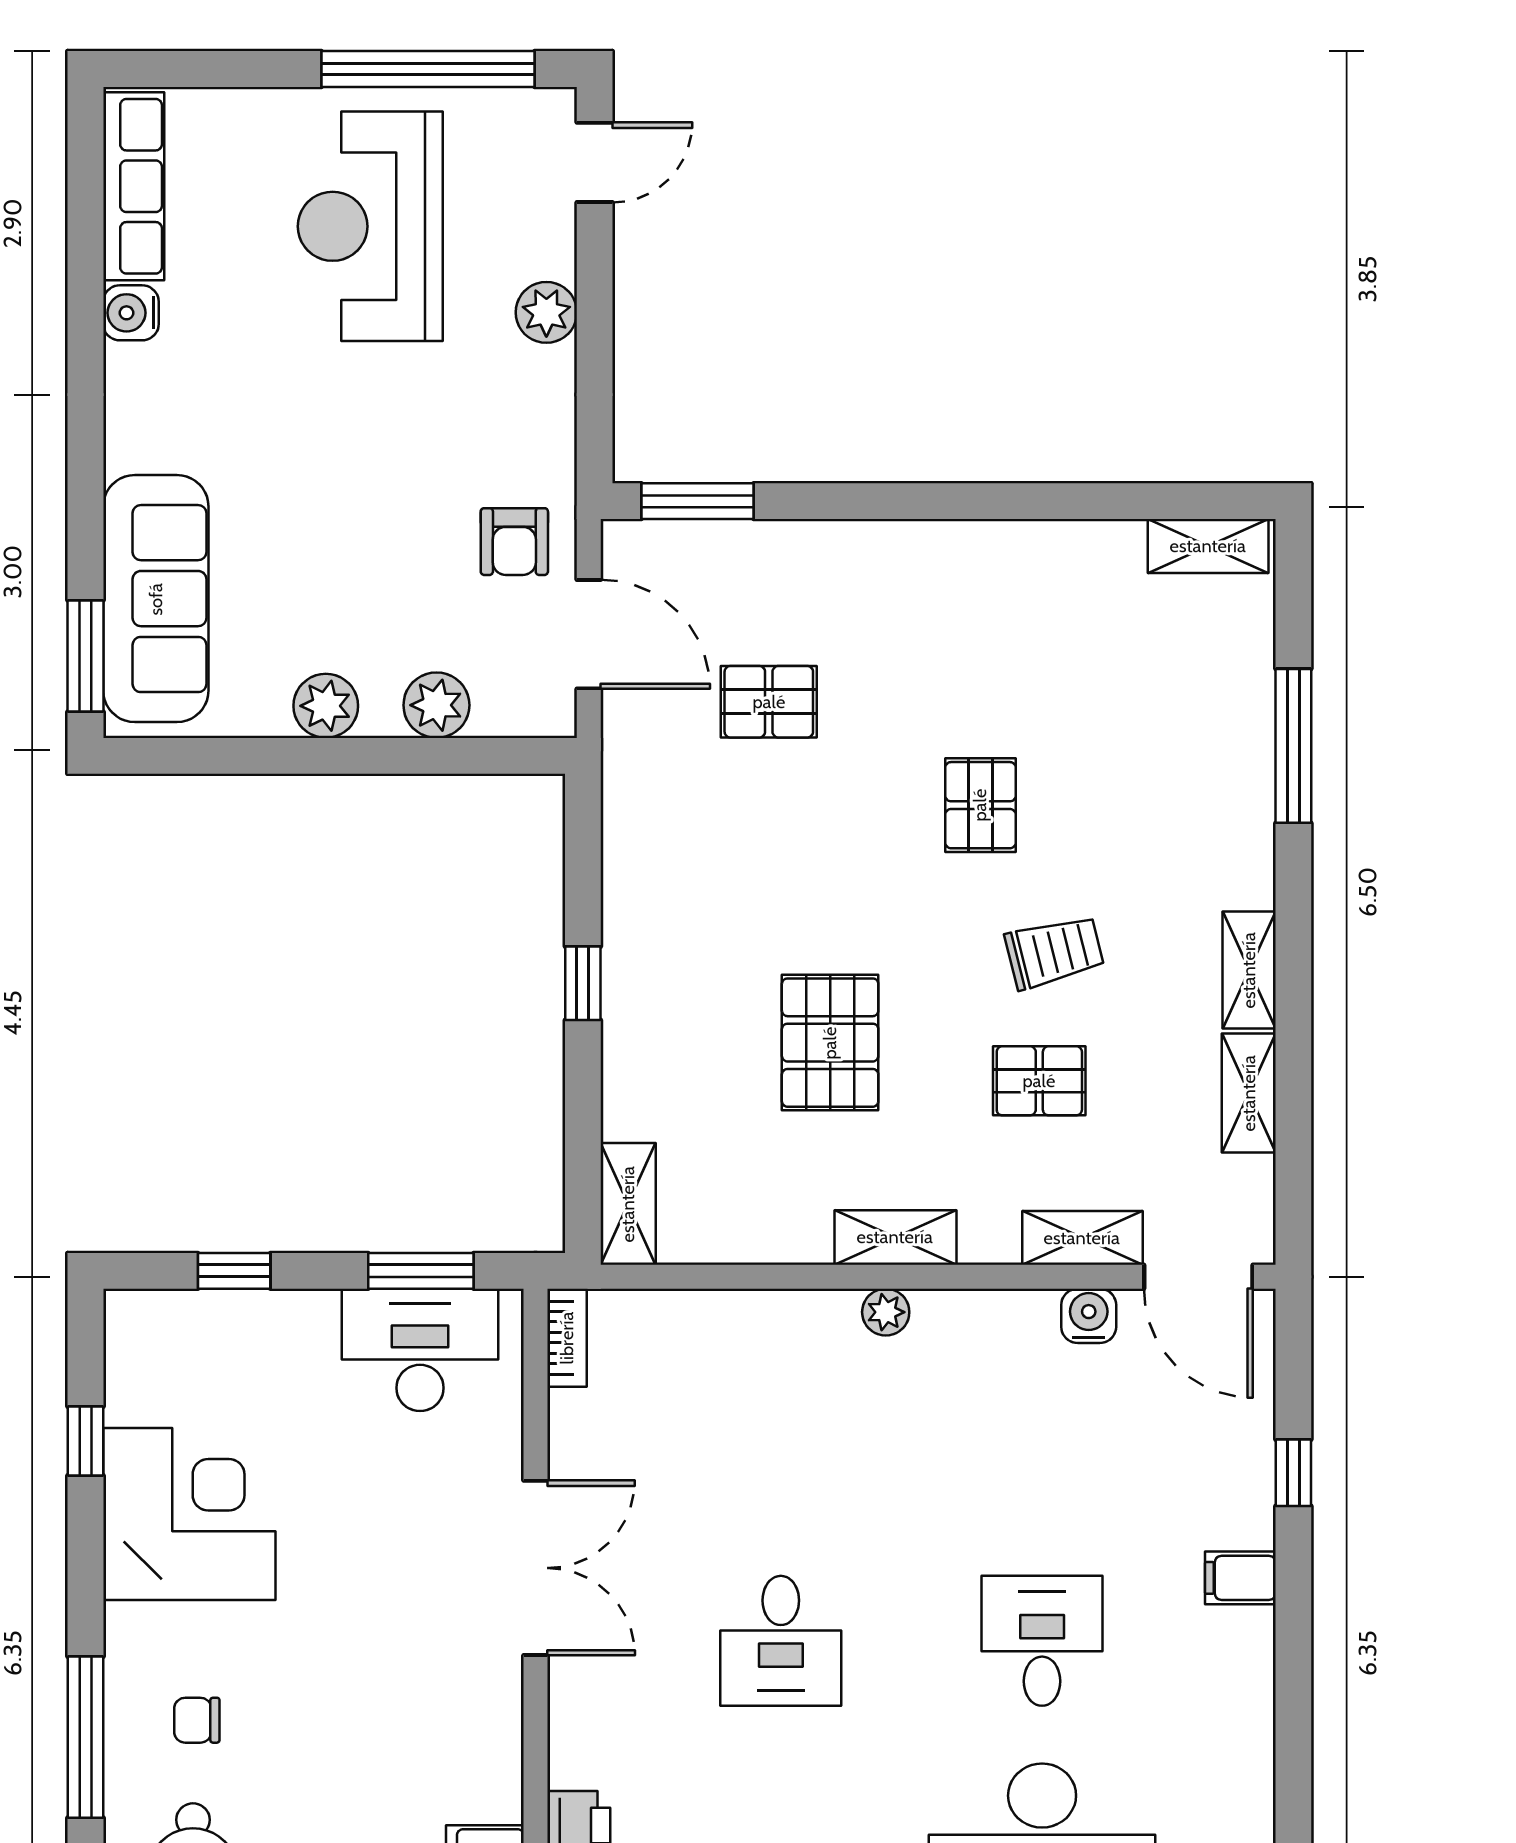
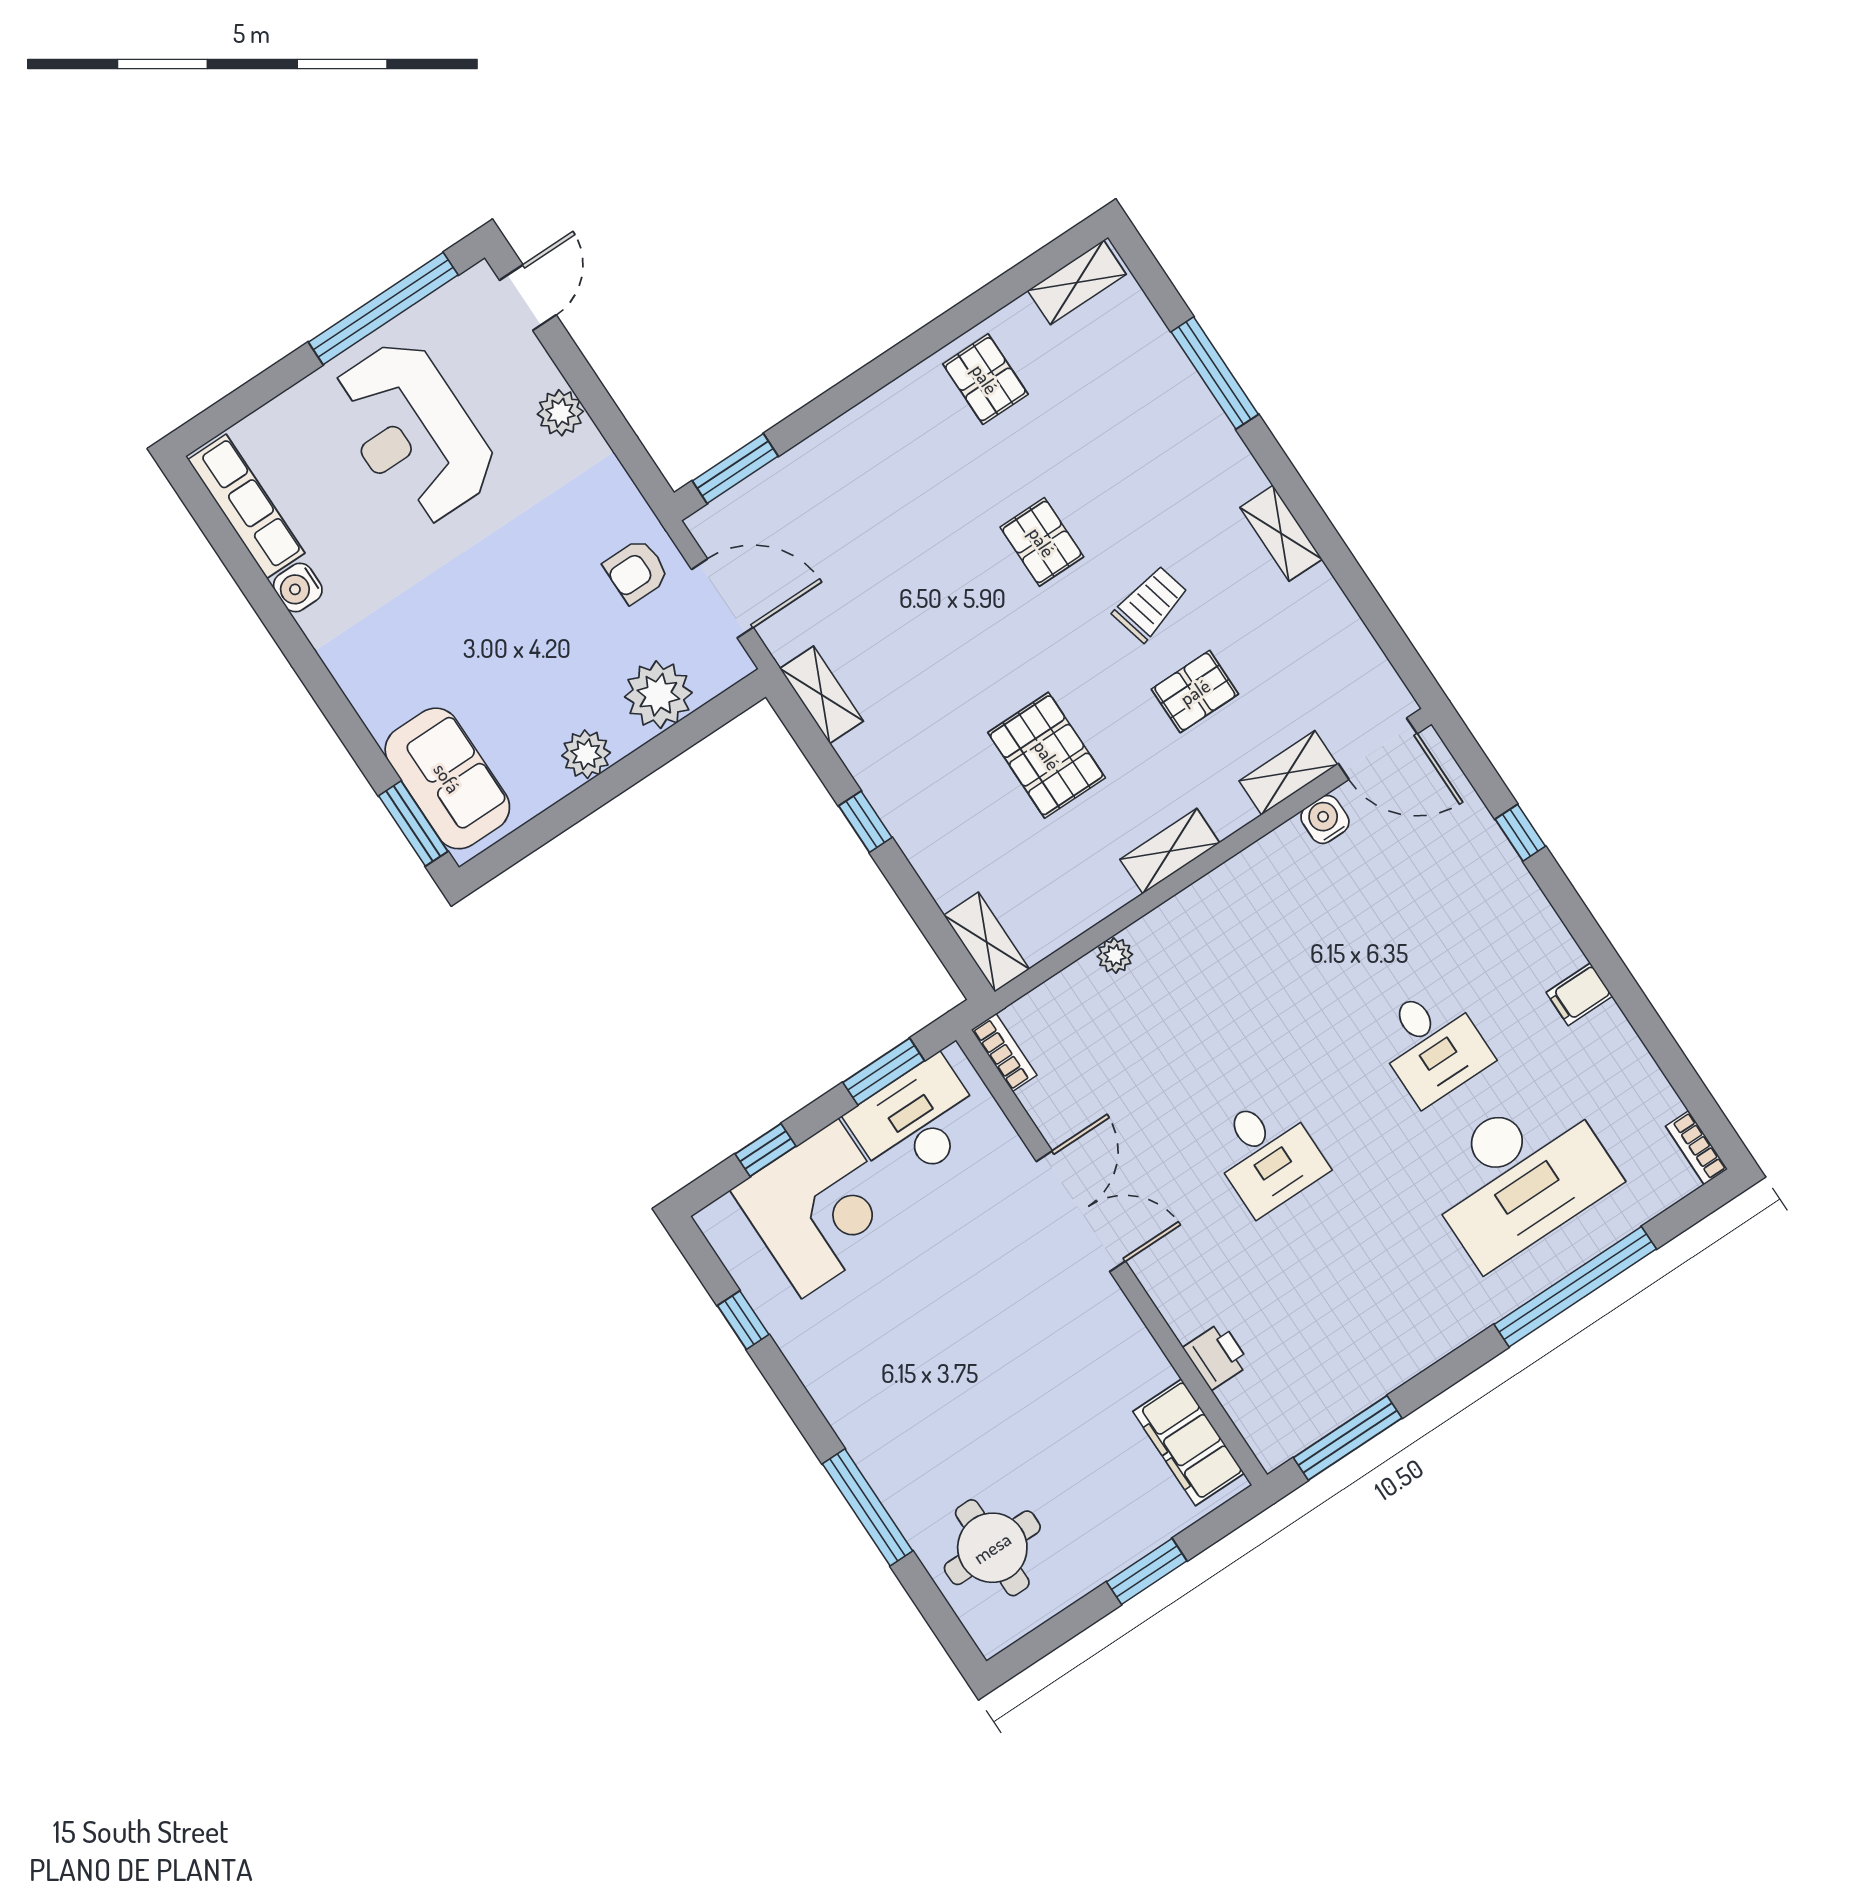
armchair: (514, 542) -> (636, 571), turned 90
sofa: (156, 599) -> (447, 778), width x0.73
pallet: (769, 702) -> (985, 379), moved, turned 90
plant: (436, 705) -> (658, 695), width x1.36, depth x1.36
shelving: (1249, 1093) -> (822, 695), moved
plant: (886, 1312) -> (1115, 956), moved
corner desk: (189, 1514) -> (820, 1208), moved, turned 90
filing cabinet: (1240, 1578) -> (1579, 994), moved
desk: (1042, 1641) -> (1432, 1045), turned 180
chair: (197, 1720) -> (931, 1450), removed

